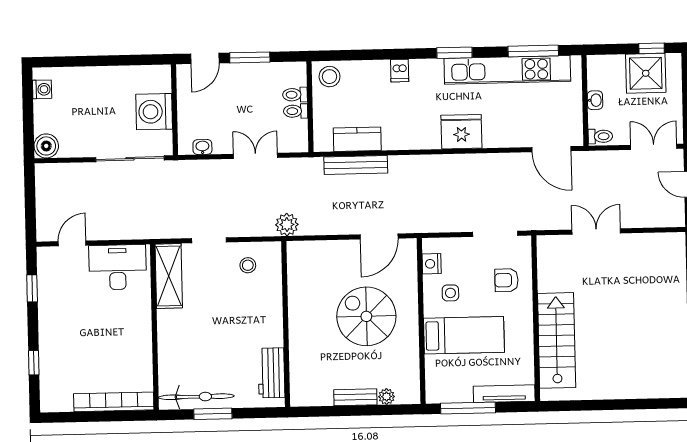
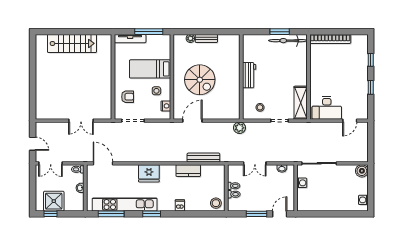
washing machine: (154, 112) -> (302, 183), width x0.53, depth x0.53
kitchen counter: (357, 139) -> (188, 171), moved
window: (32, 288) -> (371, 87), moved
stairs: (557, 340) -> (72, 43), moved, turned -90
workbench: (271, 373) -> (249, 75), moved

